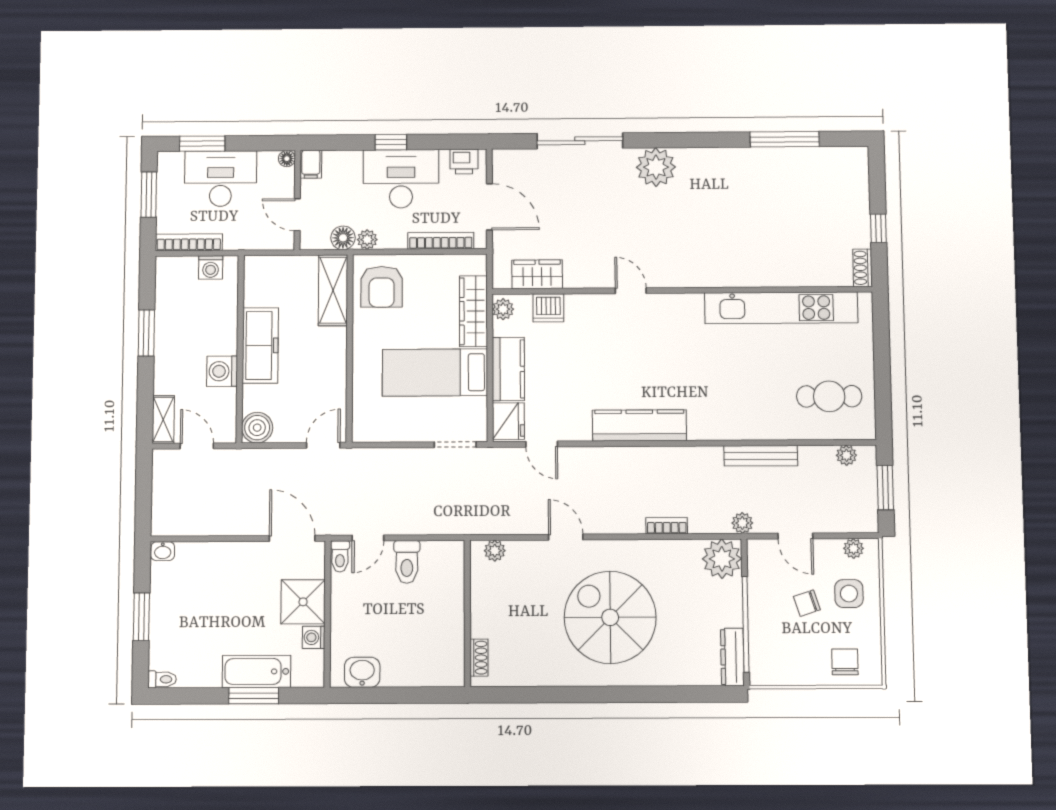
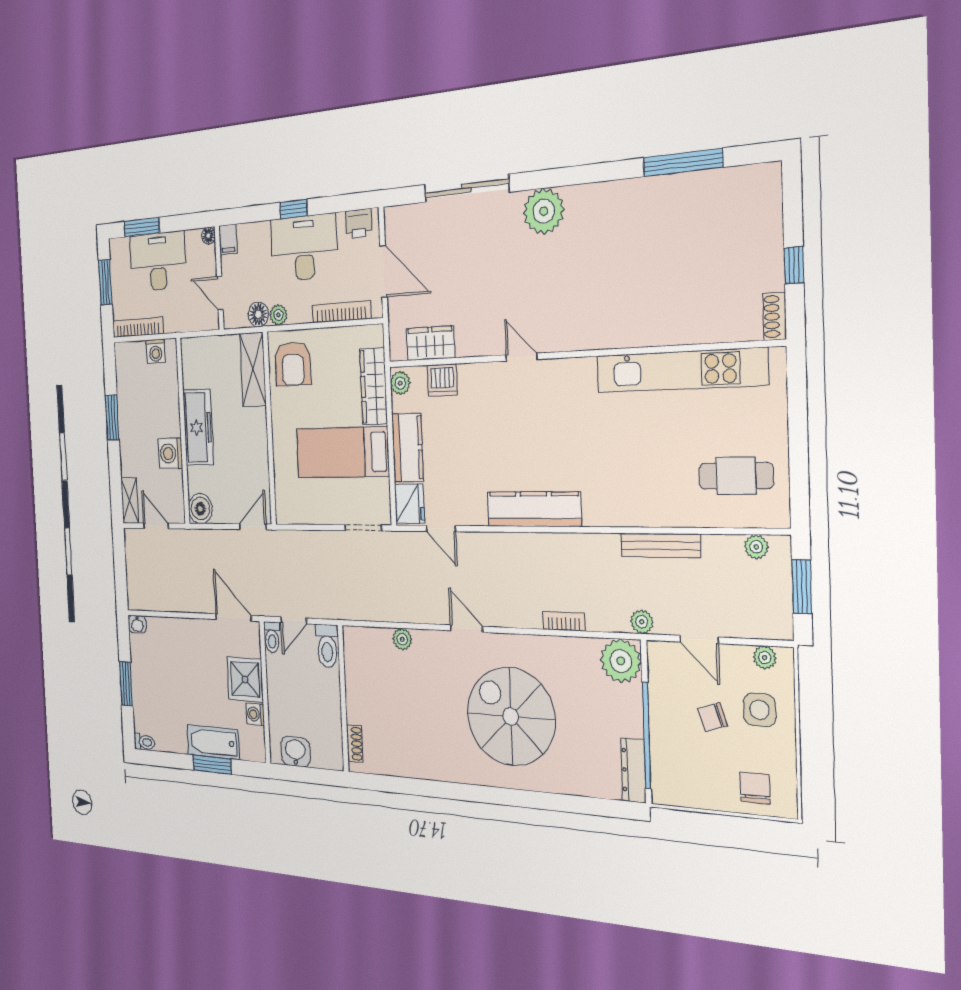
wall: (467, 613) -> (343, 699), moved
shoe rack: (479, 658) -> (355, 744), moved

